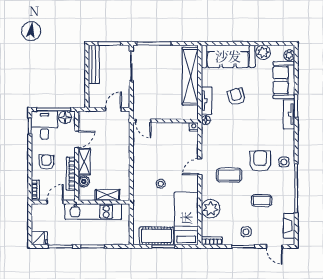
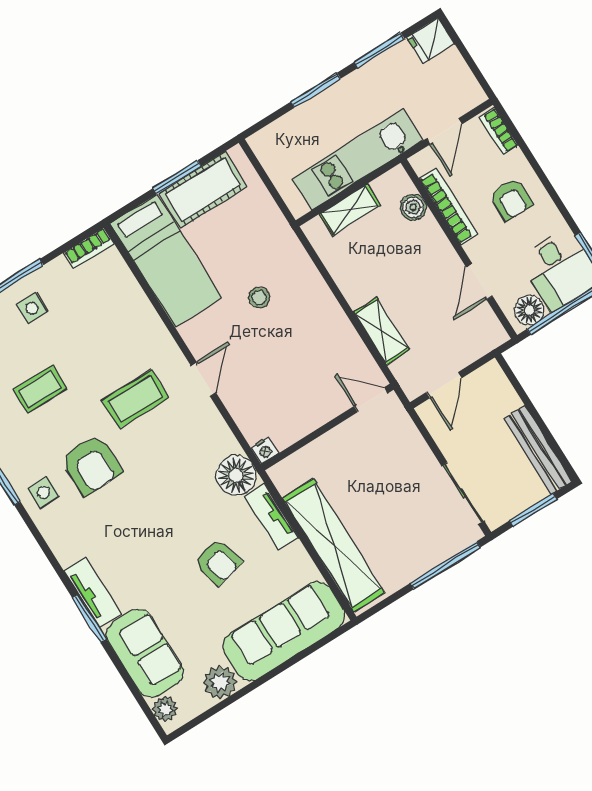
floor lamp: (206, 120) -> (236, 475), width x1.89, depth x1.89
shelving: (84, 162) -> (381, 331), moved
plant: (211, 209) -> (130, 310), removed

